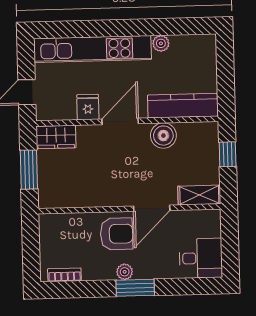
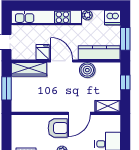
dishwasher: (203, 46) -> (113, 17), added
window: (226, 81) -> (125, 39), added
door: (120, 121) -> (62, 61), hinge flipped
wardrobe: (56, 137) -> (29, 69), width x1.50

